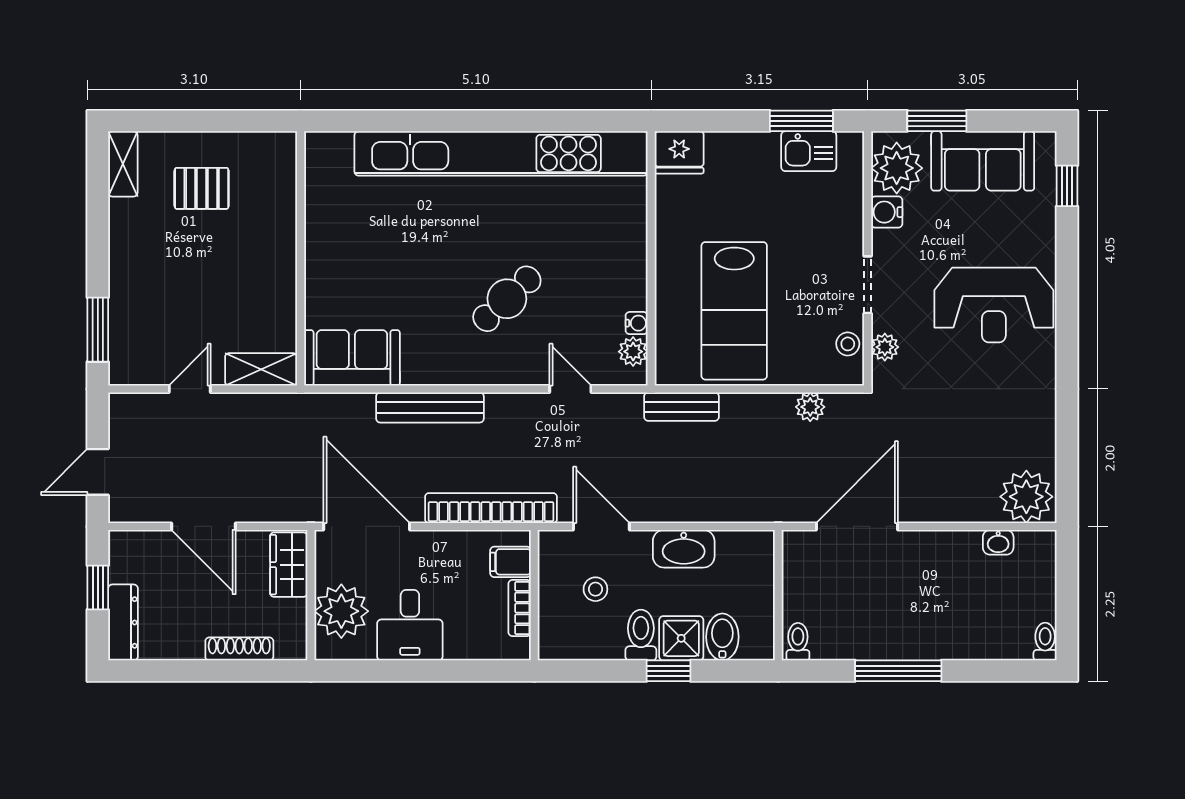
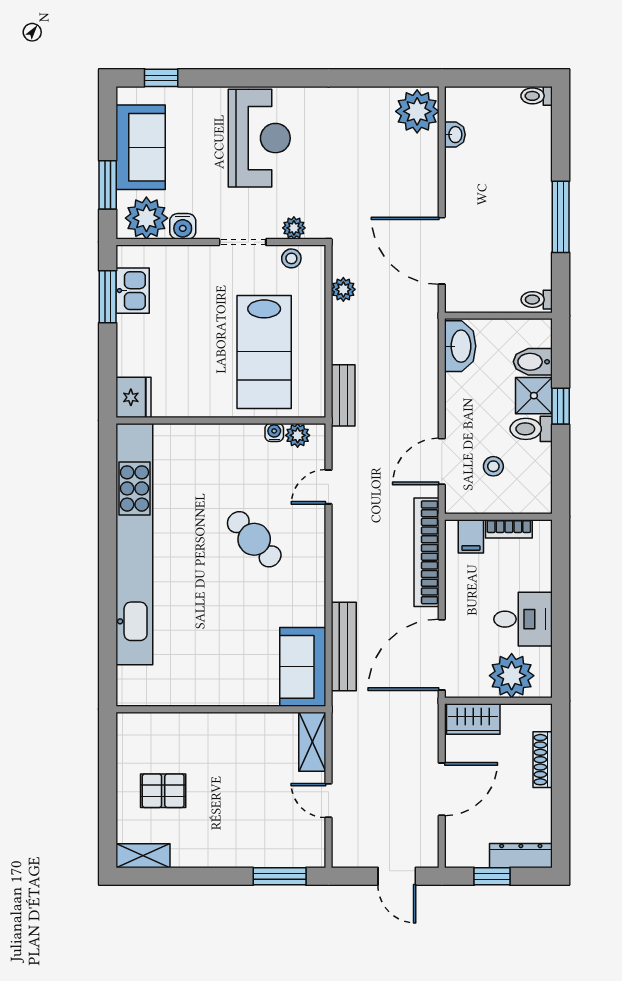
pallet: (202, 188) -> (163, 791), turned 90
lab bench: (734, 311) -> (264, 352), turned 90
bench: (430, 407) -> (344, 647), moved
washbasin: (684, 549) -> (460, 346), moved

